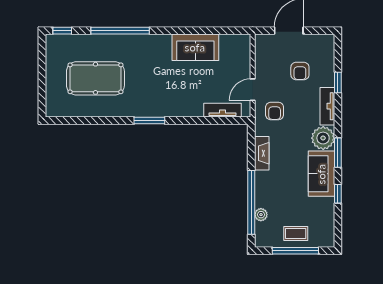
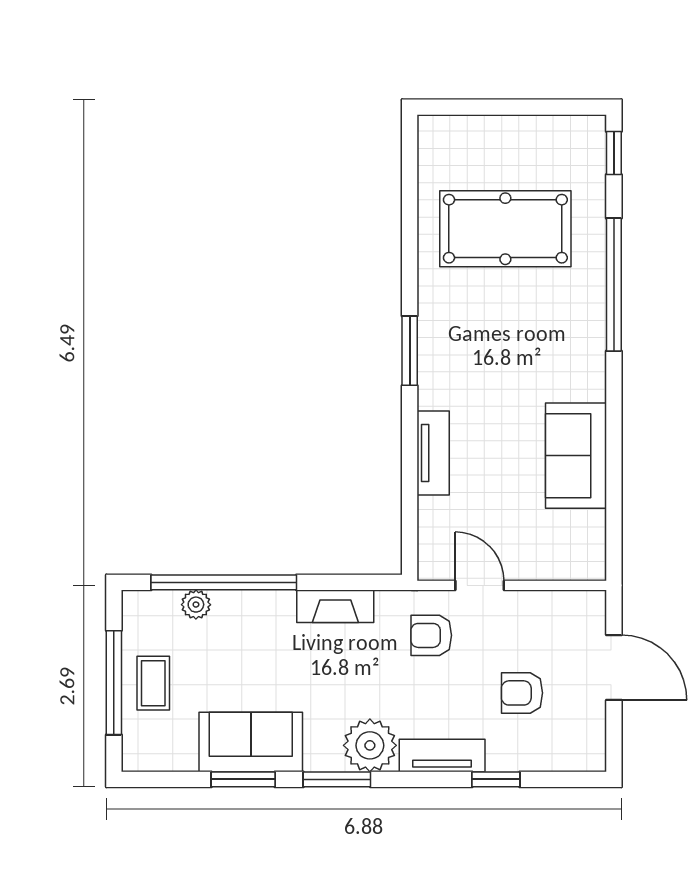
pool table: (95, 78) -> (505, 229), turned 90
tv unit: (222, 110) -> (433, 453), moved
sofa: (321, 174) -> (251, 742), moved
window: (338, 194) -> (243, 779), width x1.50

